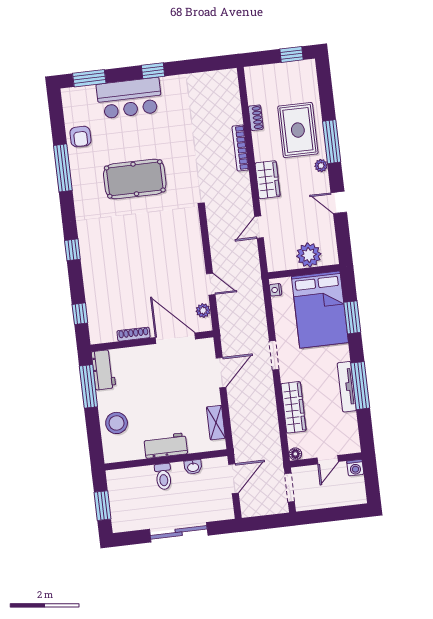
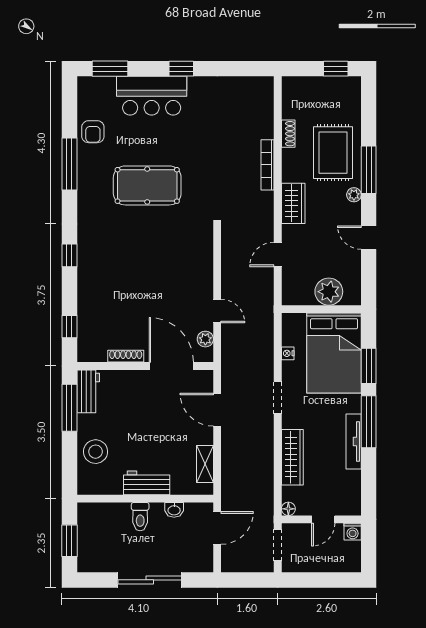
nightstand: (276, 290) -> (288, 353), moved
door: (221, 373) -> (217, 410), swing flipped
window: (360, 386) -> (369, 422), moved

